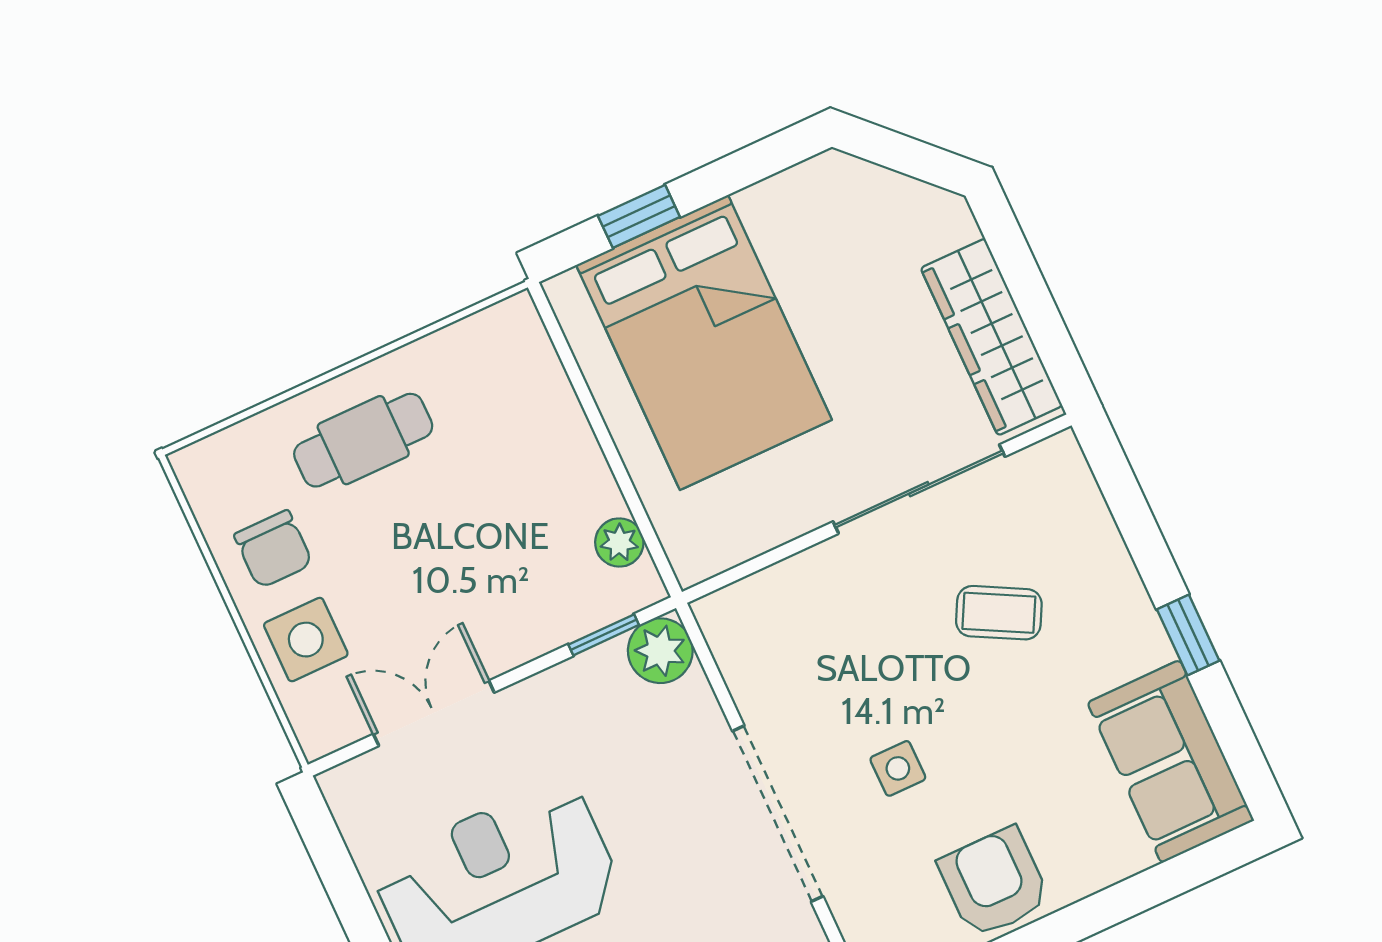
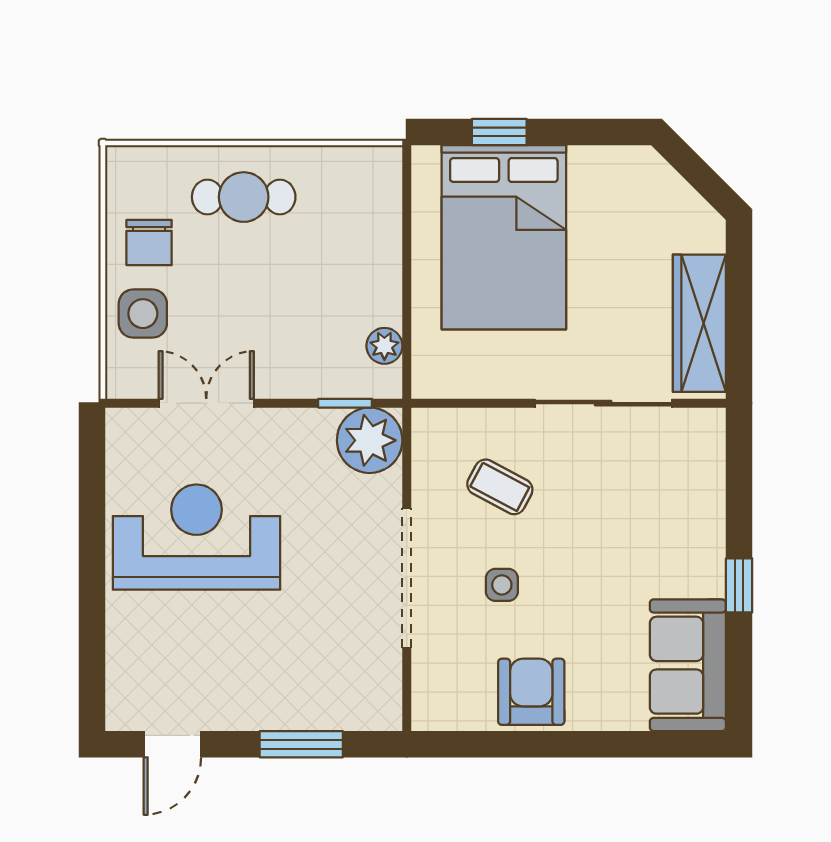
coffee table: (999, 613) -> (500, 487), moved
plant: (660, 651) -> (370, 440), width x1.36, depth x1.36

